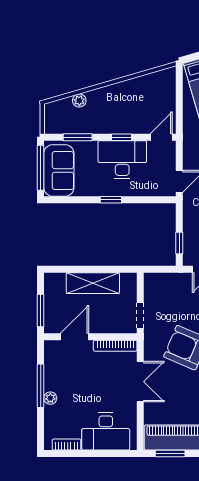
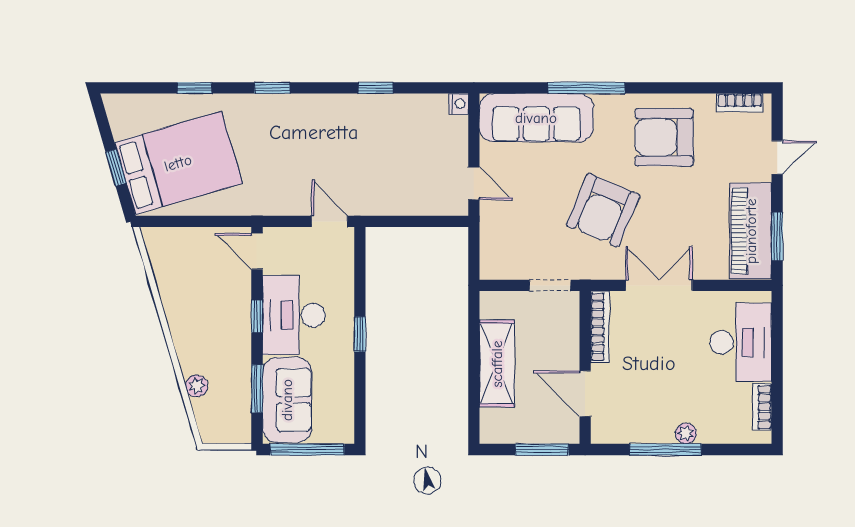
sofa: (59, 170) -> (287, 400), moved, turned 90
window: (179, 243) -> (431, 221), removed

